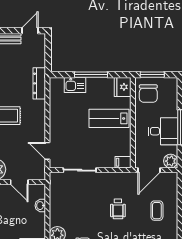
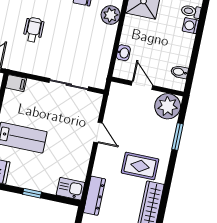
window: (91, 75) -> (32, 193), width x0.46
kitchen sink: (75, 85) -> (71, 189), moved
door: (47, 151) -> (98, 132), moved

